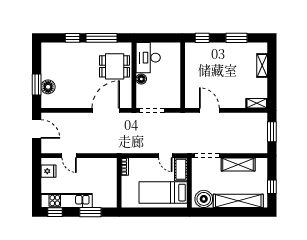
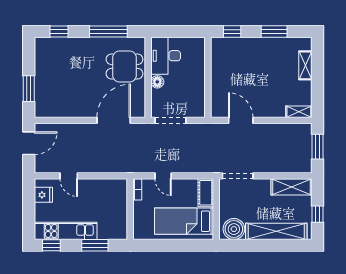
window: (72, 38) -> (59, 31), moved
floor lamp: (48, 87) -> (43, 92), removed
door: (37, 129) -> (29, 143), hinge flipped
door: (165, 156) -> (163, 176), moved
shelving: (238, 165) -> (291, 187), moved

